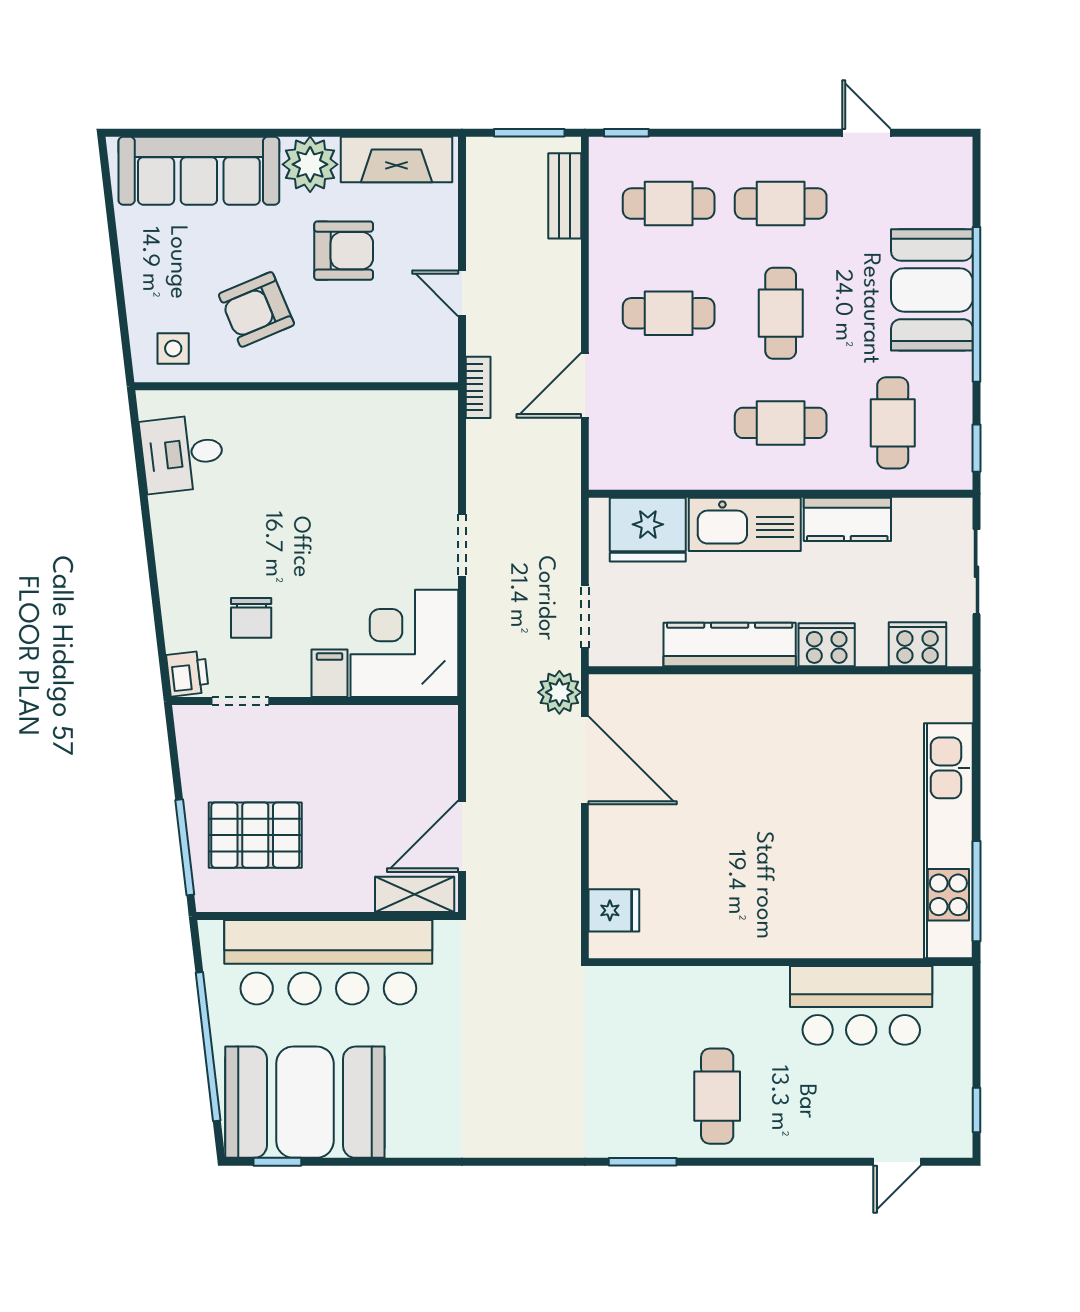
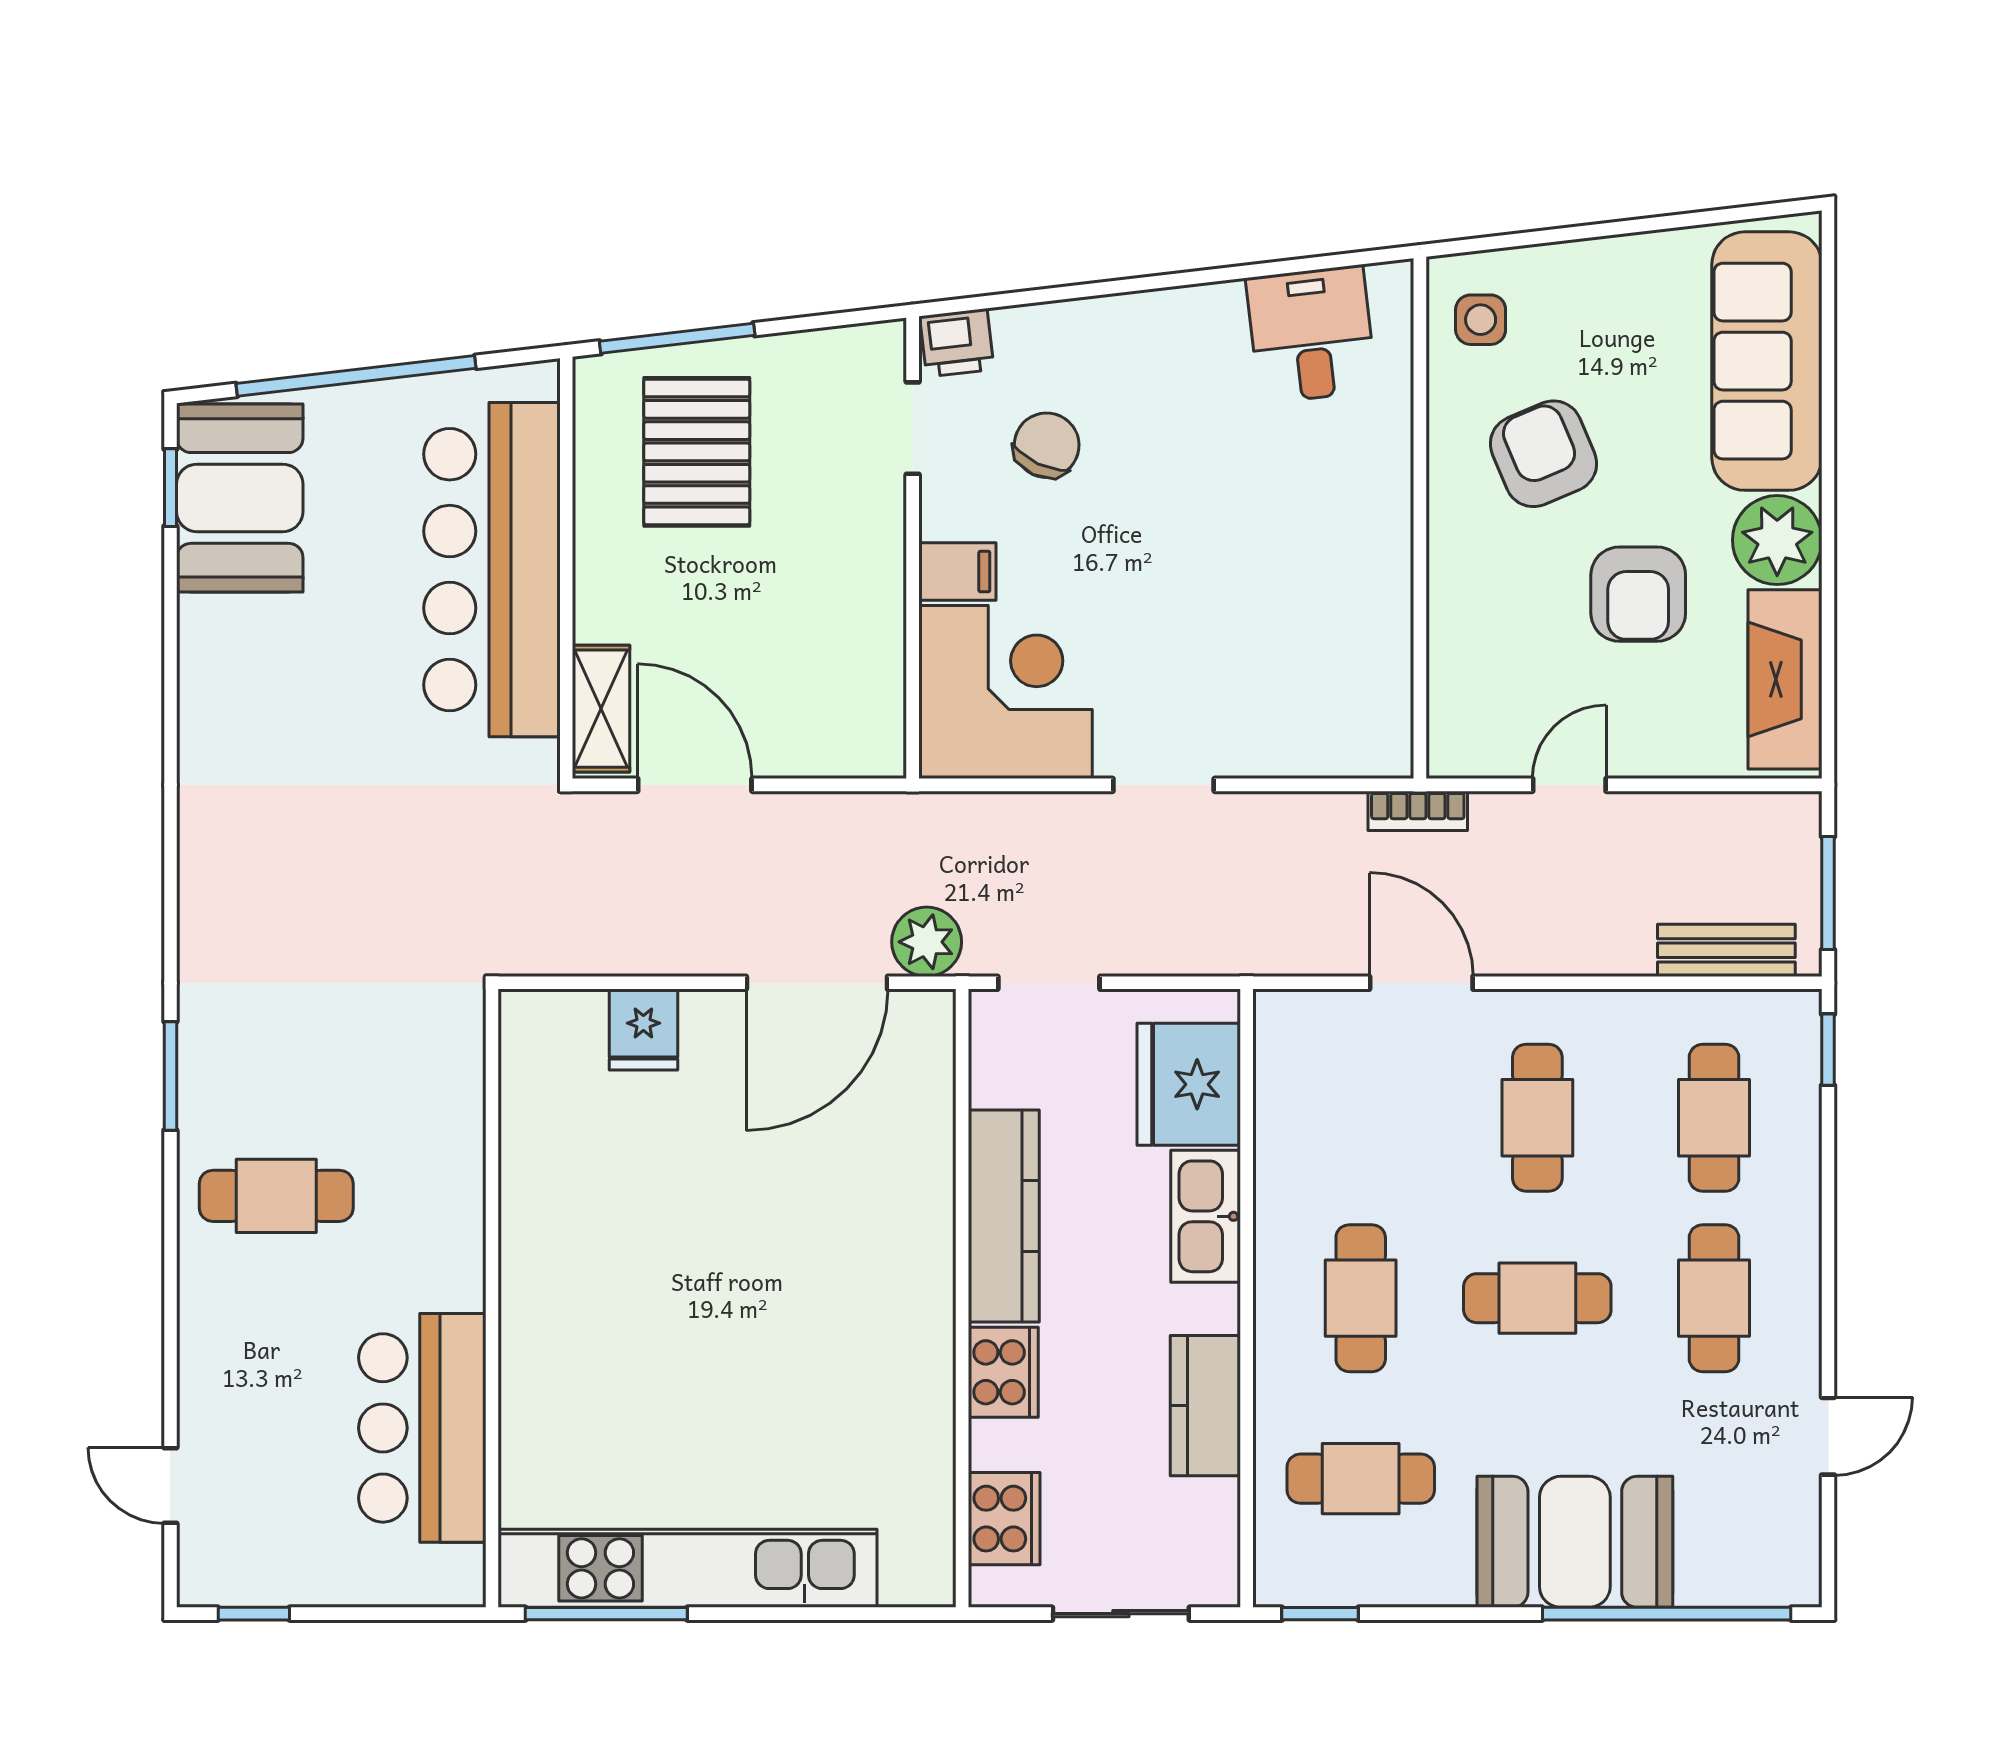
window: (977, 304) -> (1667, 1614), moved
kitchen sink: (745, 524) -> (1206, 1216), width x0.73, depth x0.81
chair: (251, 618) -> (1047, 445), turned 115
fridge: (614, 910) -> (643, 1030), moved
booth: (305, 1102) -> (240, 498), width x0.73, depth x0.70

